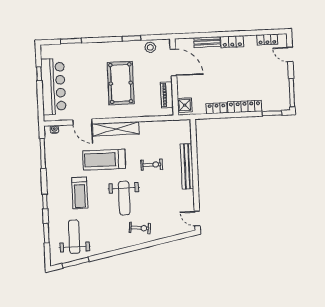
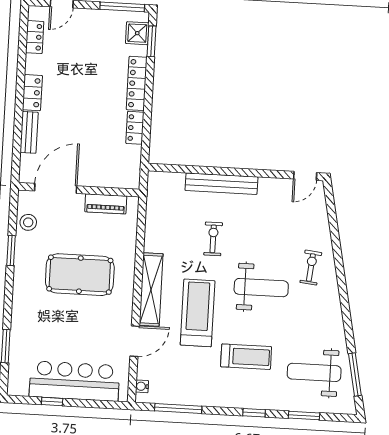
shower: (185, 105) -> (137, 33), moved
treadmill: (104, 160) -> (198, 313), turned 180

